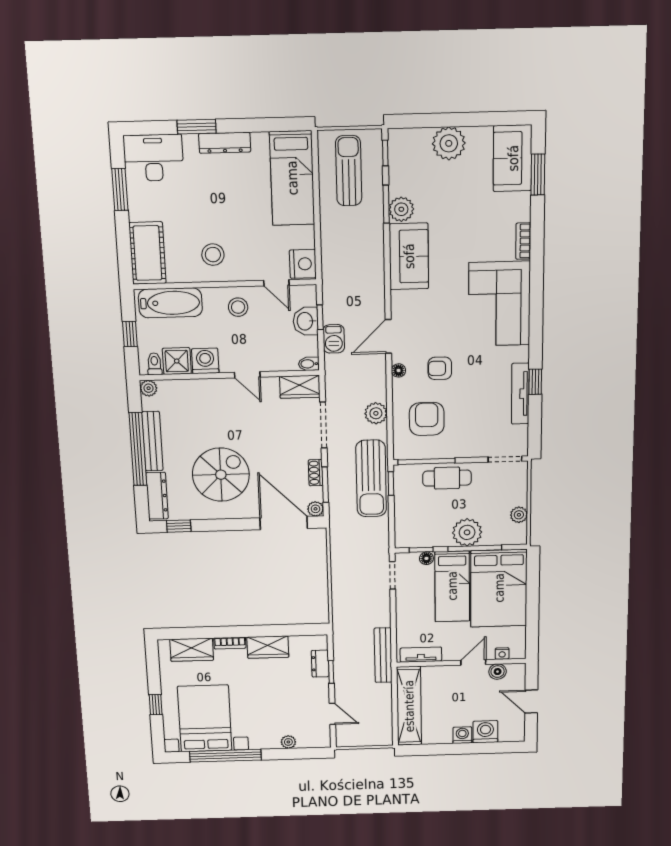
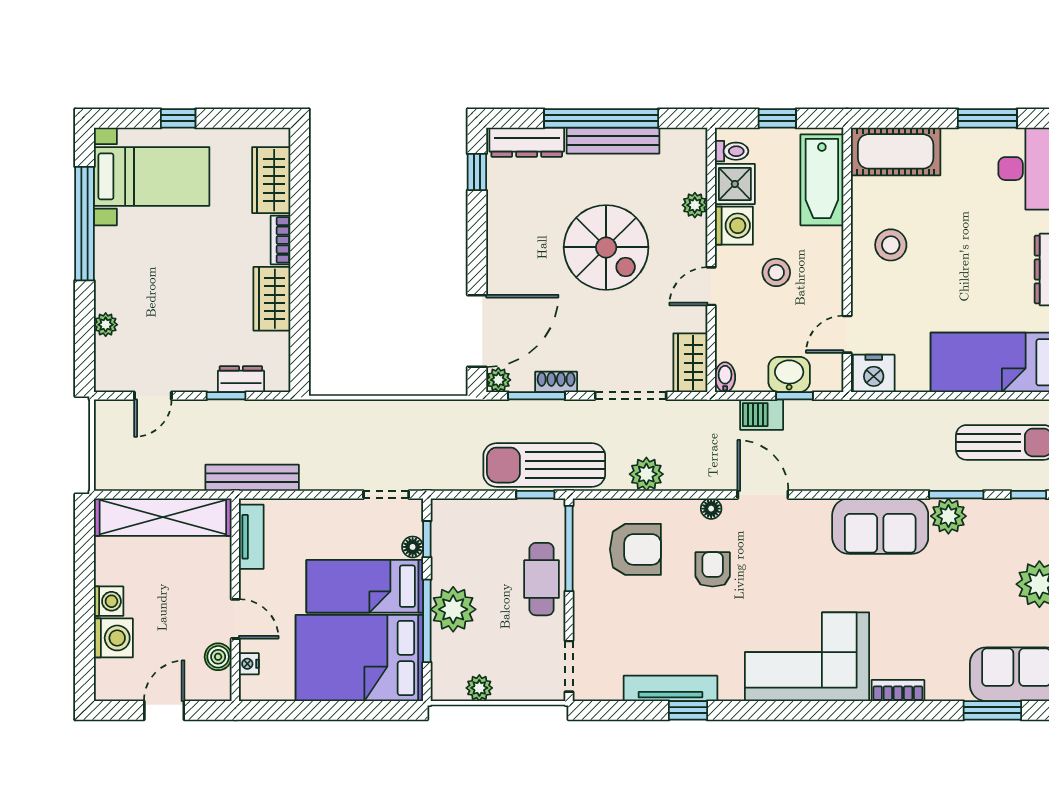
stool: (238, 307) -> (776, 272), moved
plant: (149, 388) -> (695, 205), moved
spiral stairs: (221, 475) -> (606, 247), moved
bed with nightstands: (205, 718) -> (152, 176), width x0.73

